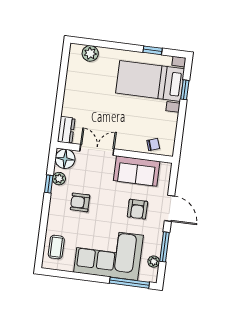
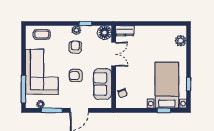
plant: (59, 179) -> (76, 30), moved
armchair: (137, 209) -> (76, 76), moved

